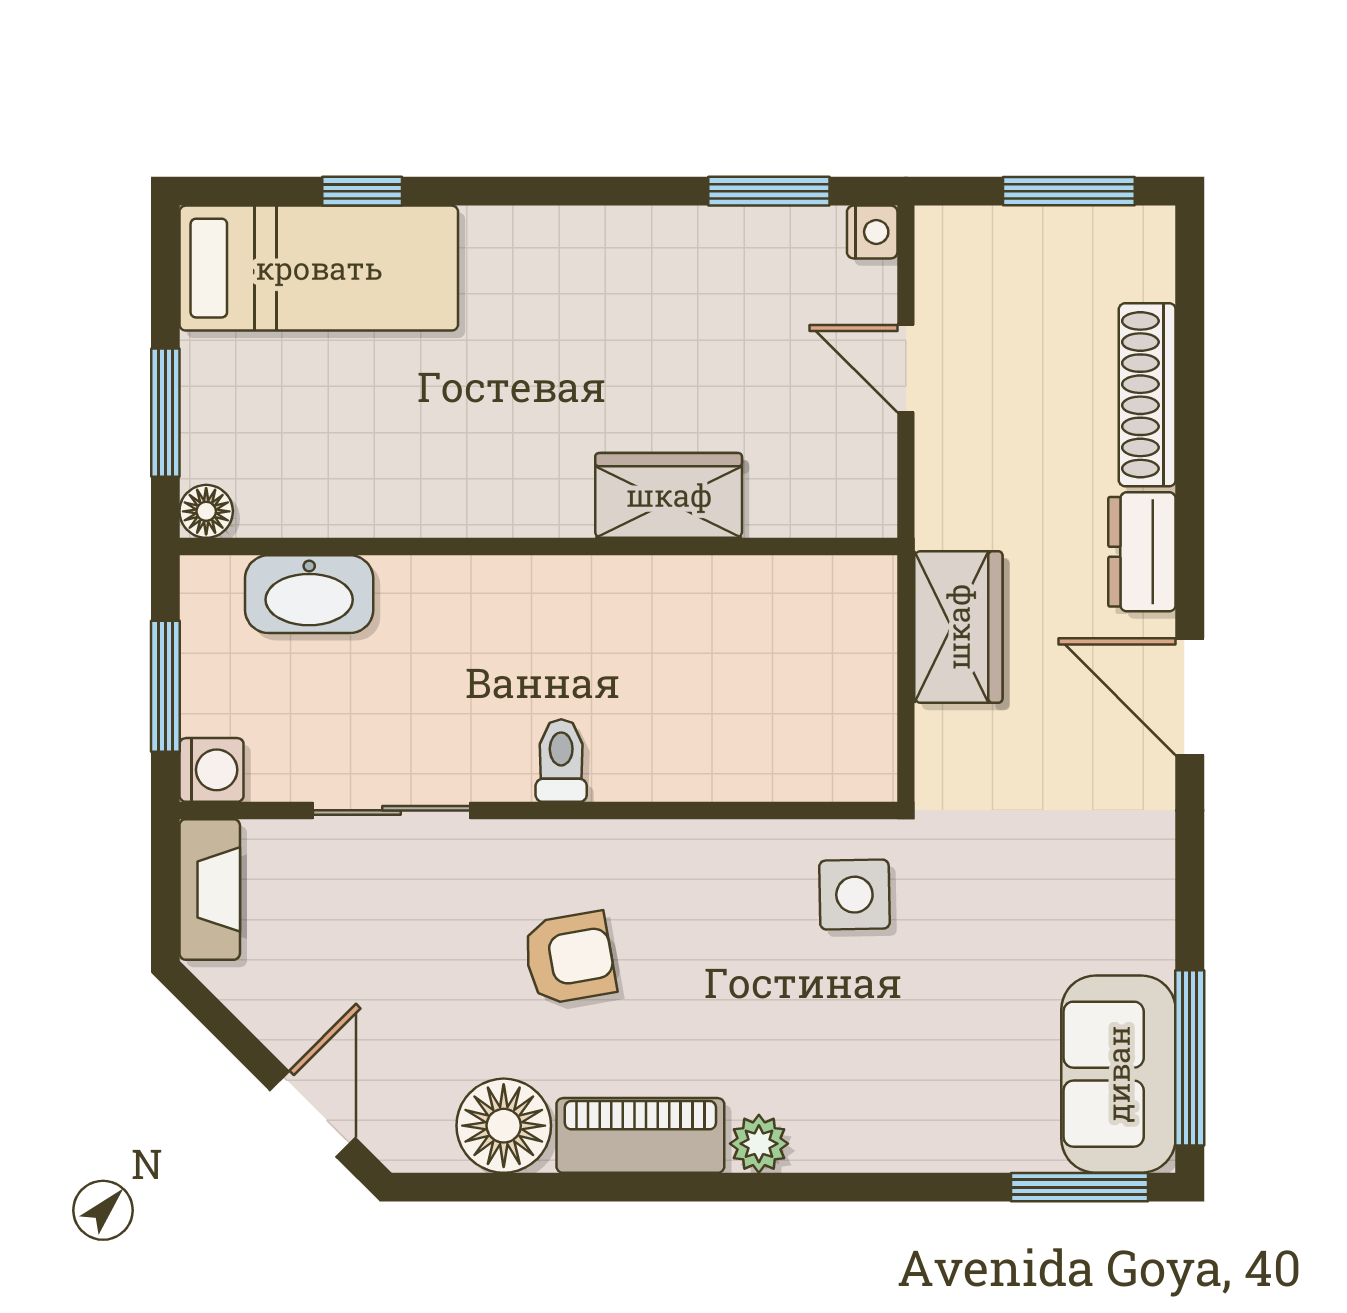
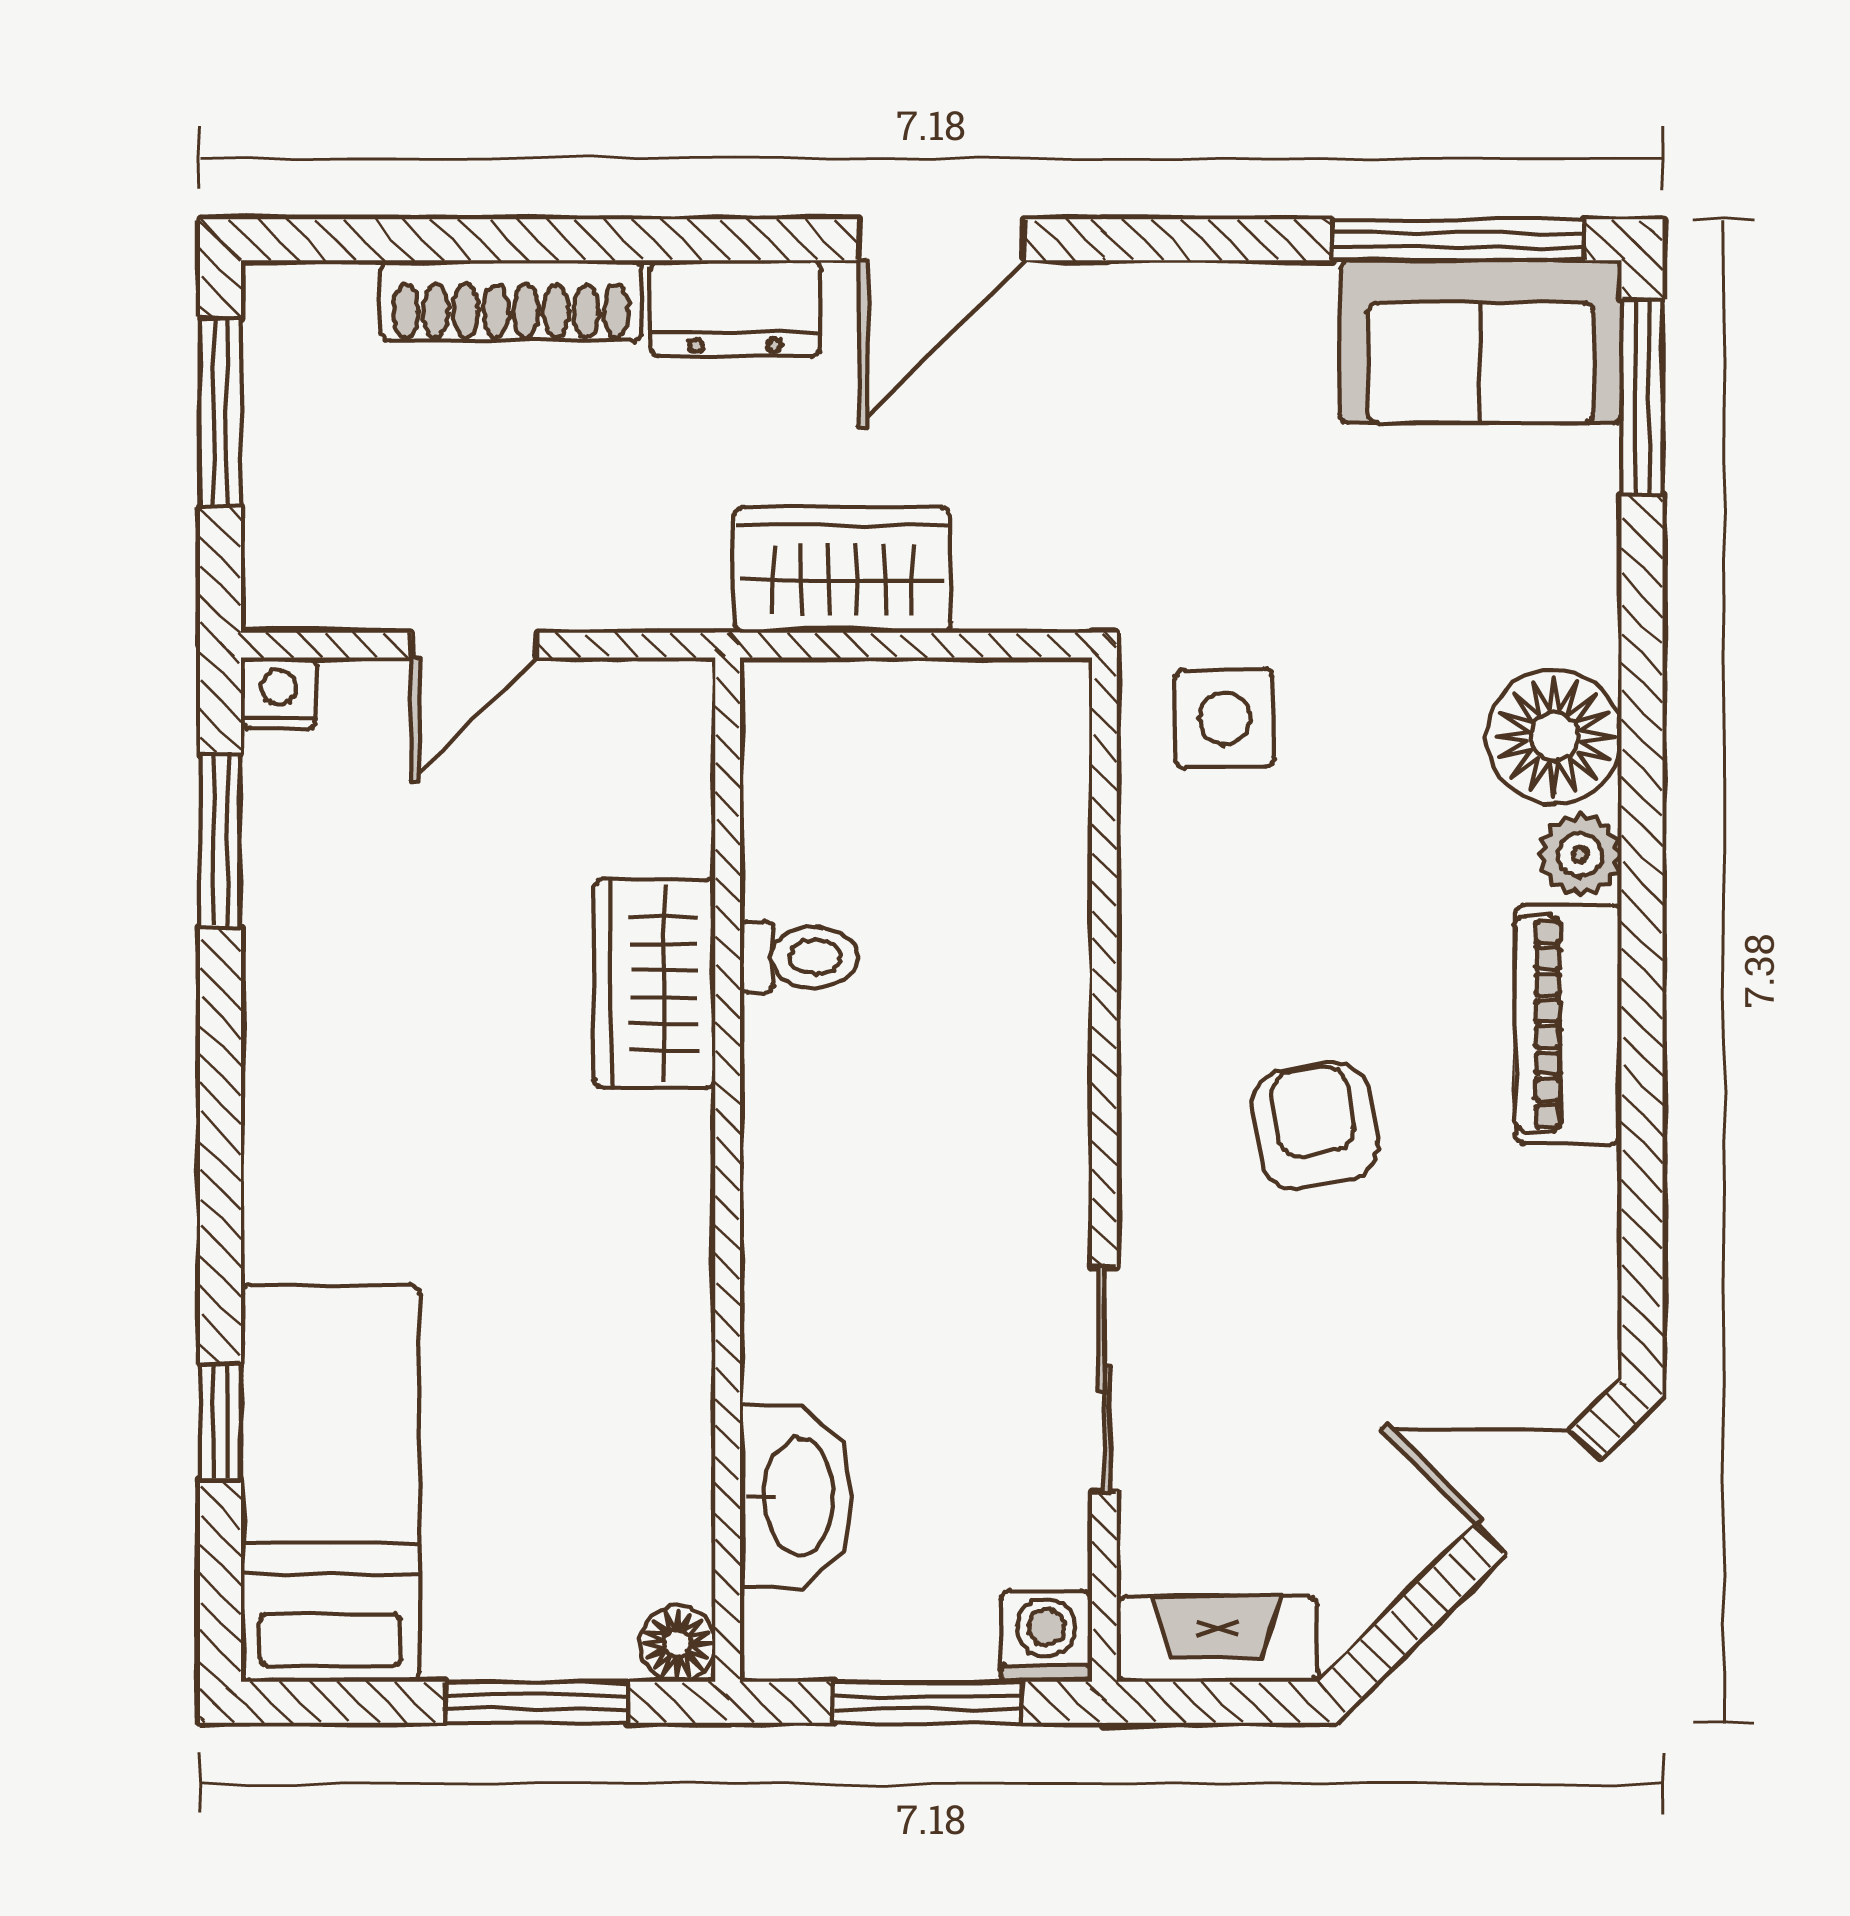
toilet: (561, 761) -> (799, 957), moved, turned 180
floor lamp: (504, 1126) -> (1554, 737), moved

